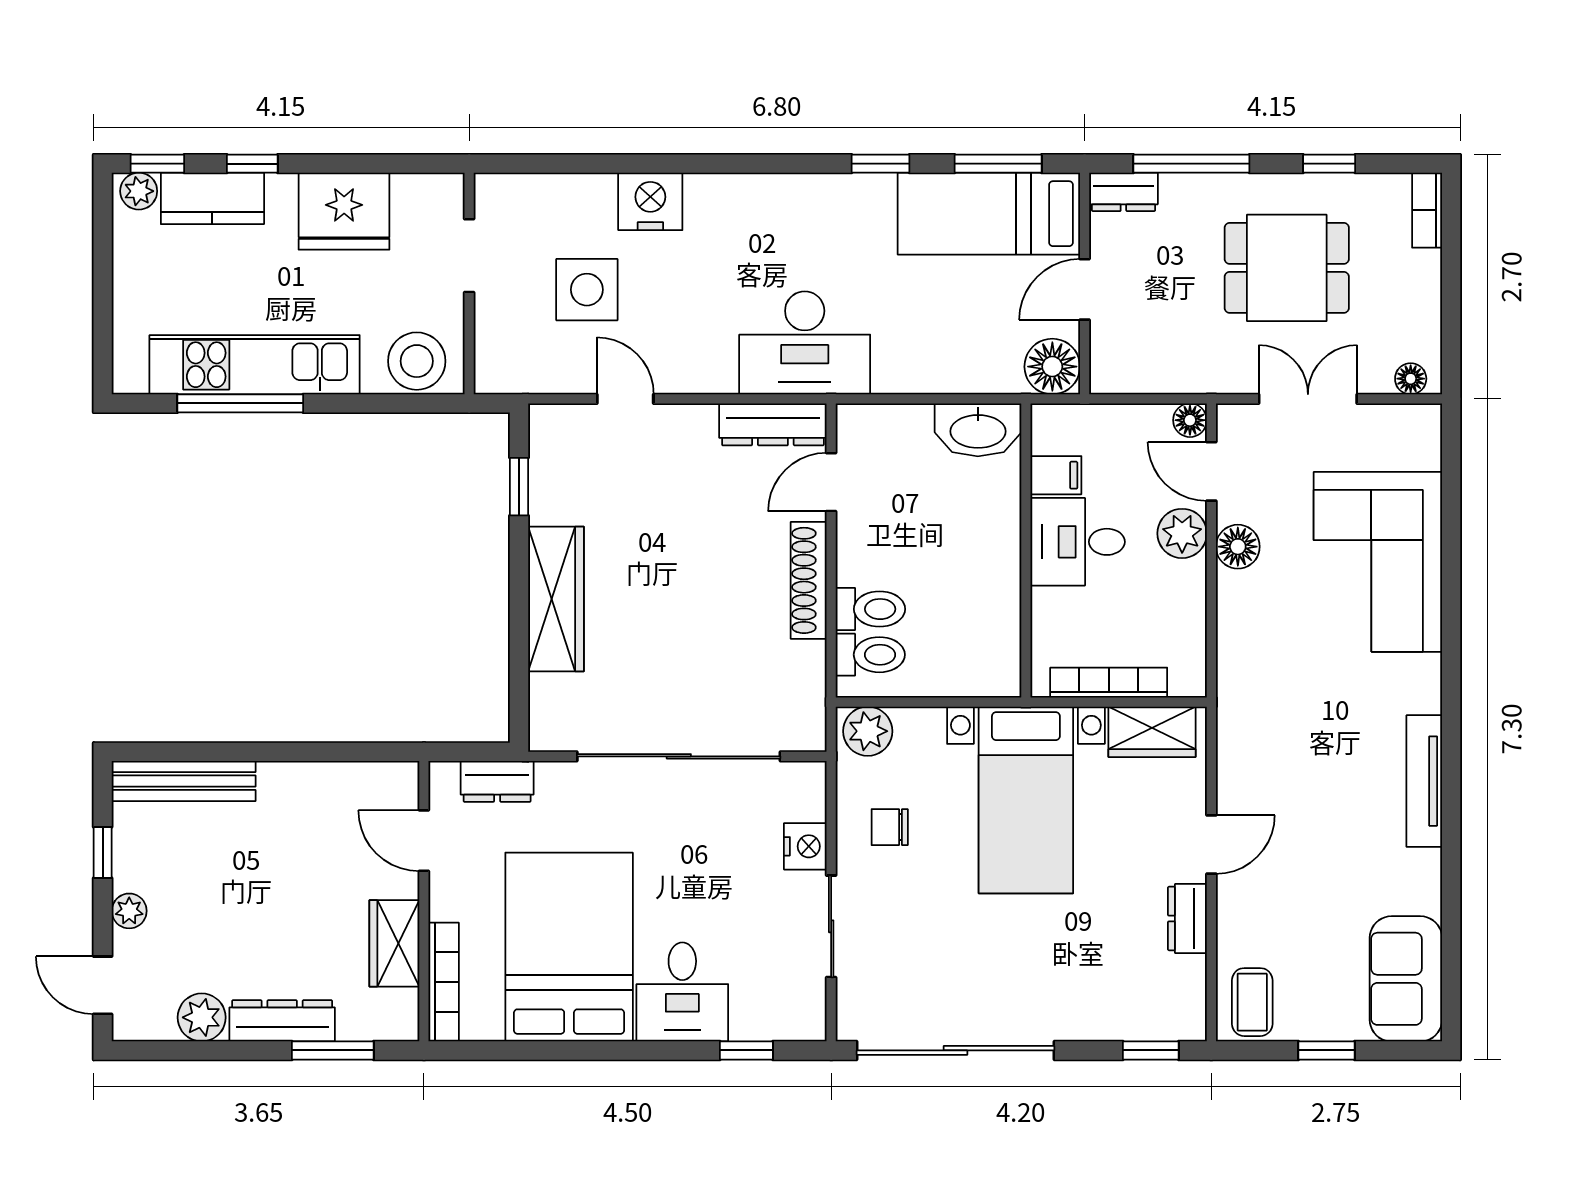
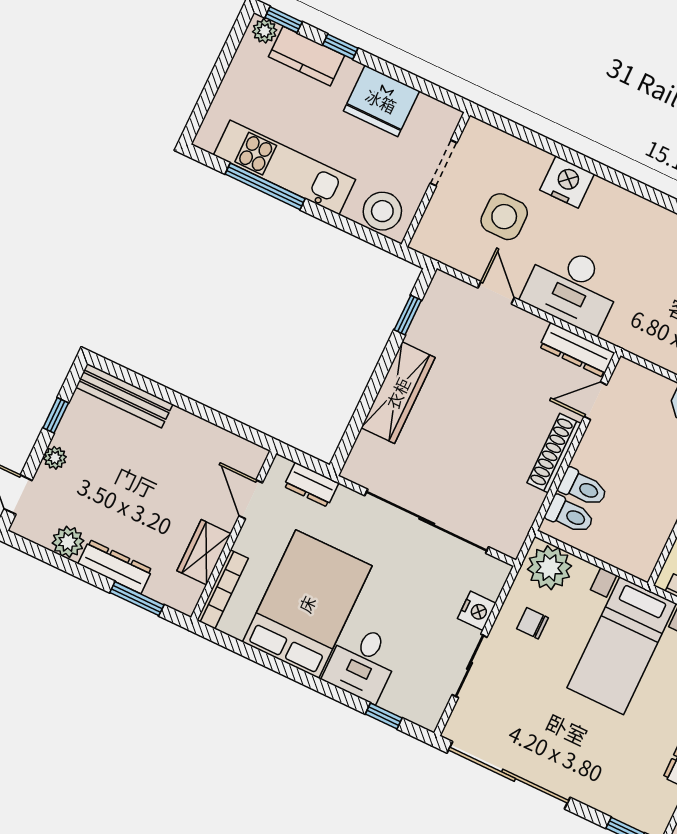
desk: (805, 343) -> (572, 288), moved
plant: (868, 731) -> (549, 568), width x1.36, depth x1.36

